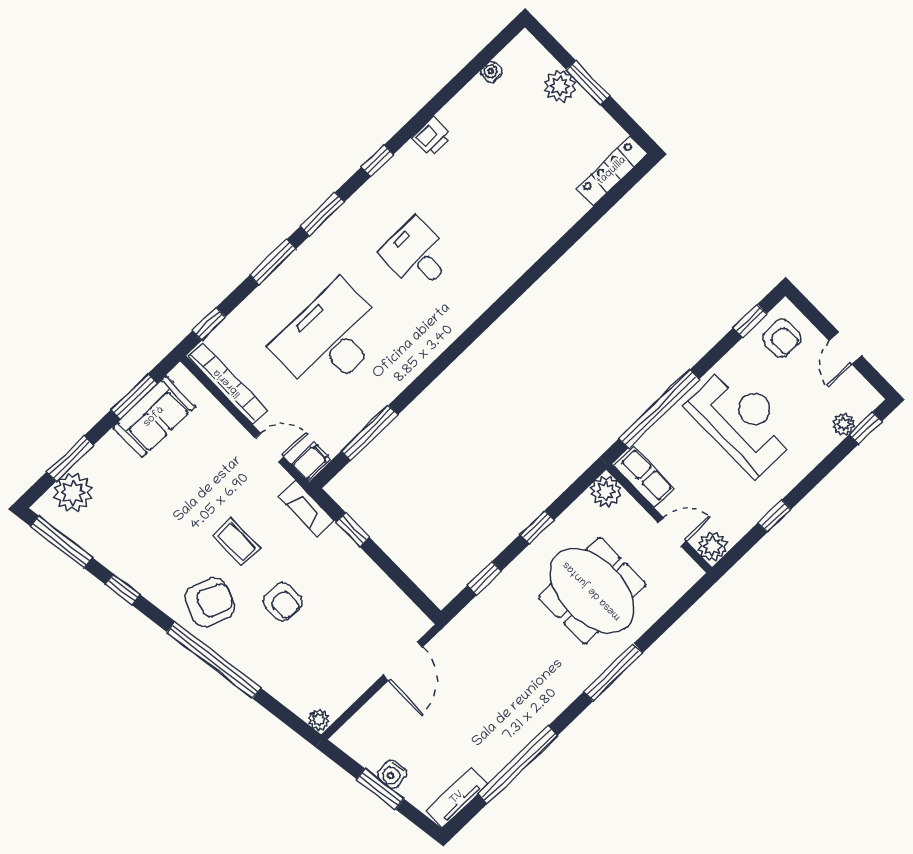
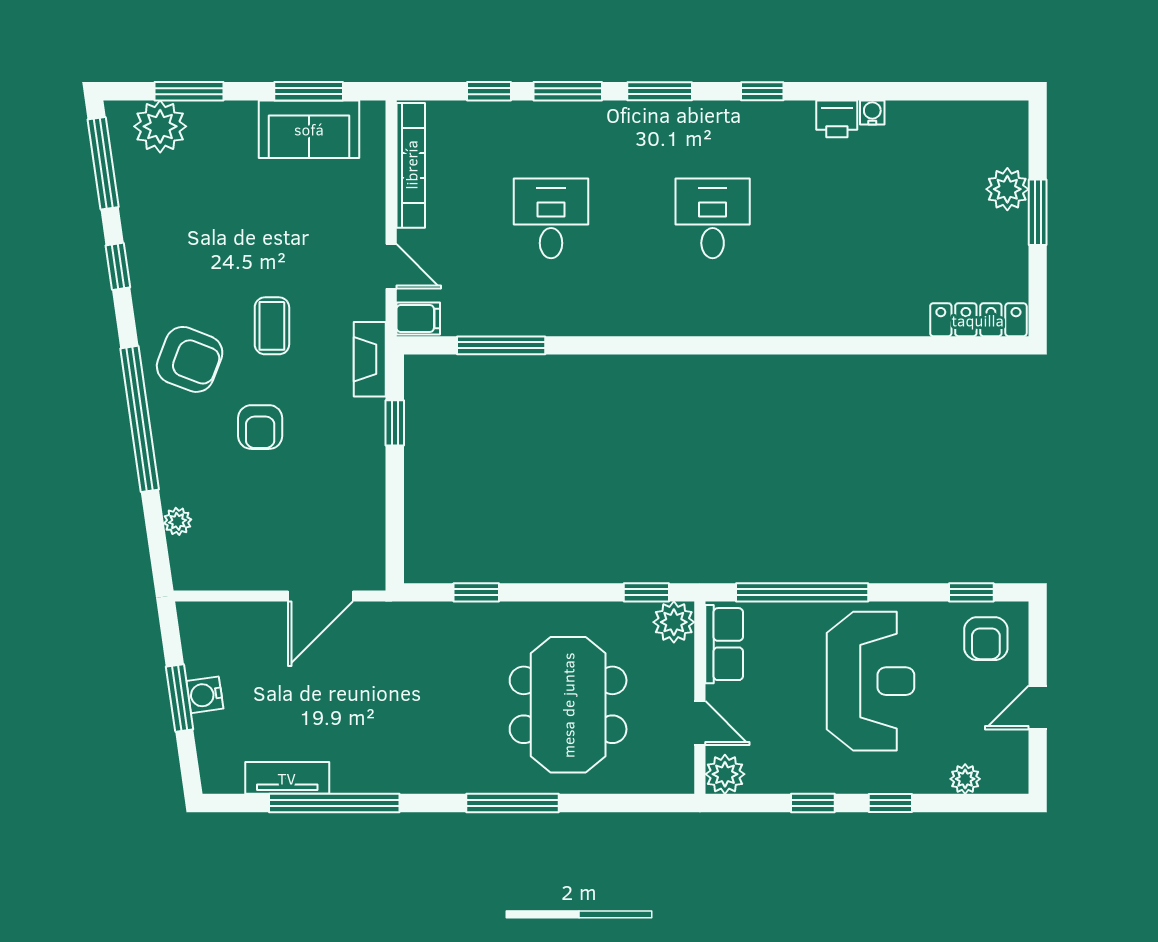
water cooler: (492, 72) -> (872, 112), moved
window: (209, 324) -> (489, 91), moved
desk: (330, 339) -> (551, 218), width x0.53, depth x0.77
window: (866, 428) -> (890, 803), moved
window: (537, 527) -> (646, 592), moved
plant: (319, 720) -> (178, 521), moved
tv unit: (457, 798) -> (287, 778), moved

